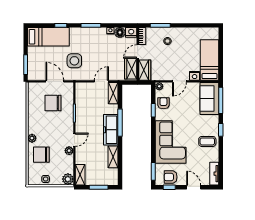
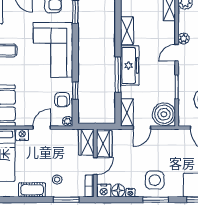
cot: (187, 33) -> (32, 190), added
side table: (74, 61) -> (155, 180), moved
boiler: (84, 92) -> (164, 114), added

